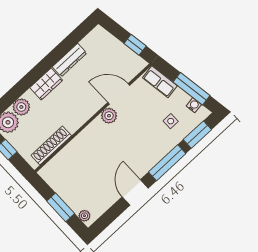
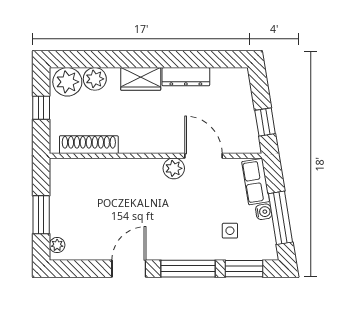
water cooler: (194, 105) -> (264, 212), moved

